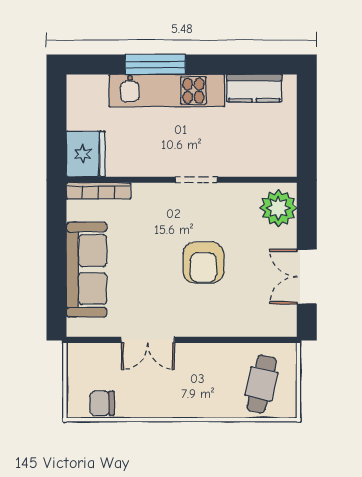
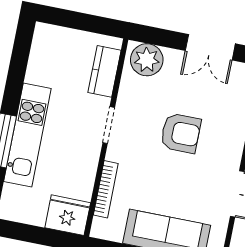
kitchen counter: (254, 88) -> (104, 71), moved, turned 180
bookcase: (98, 191) -> (106, 189), moved

